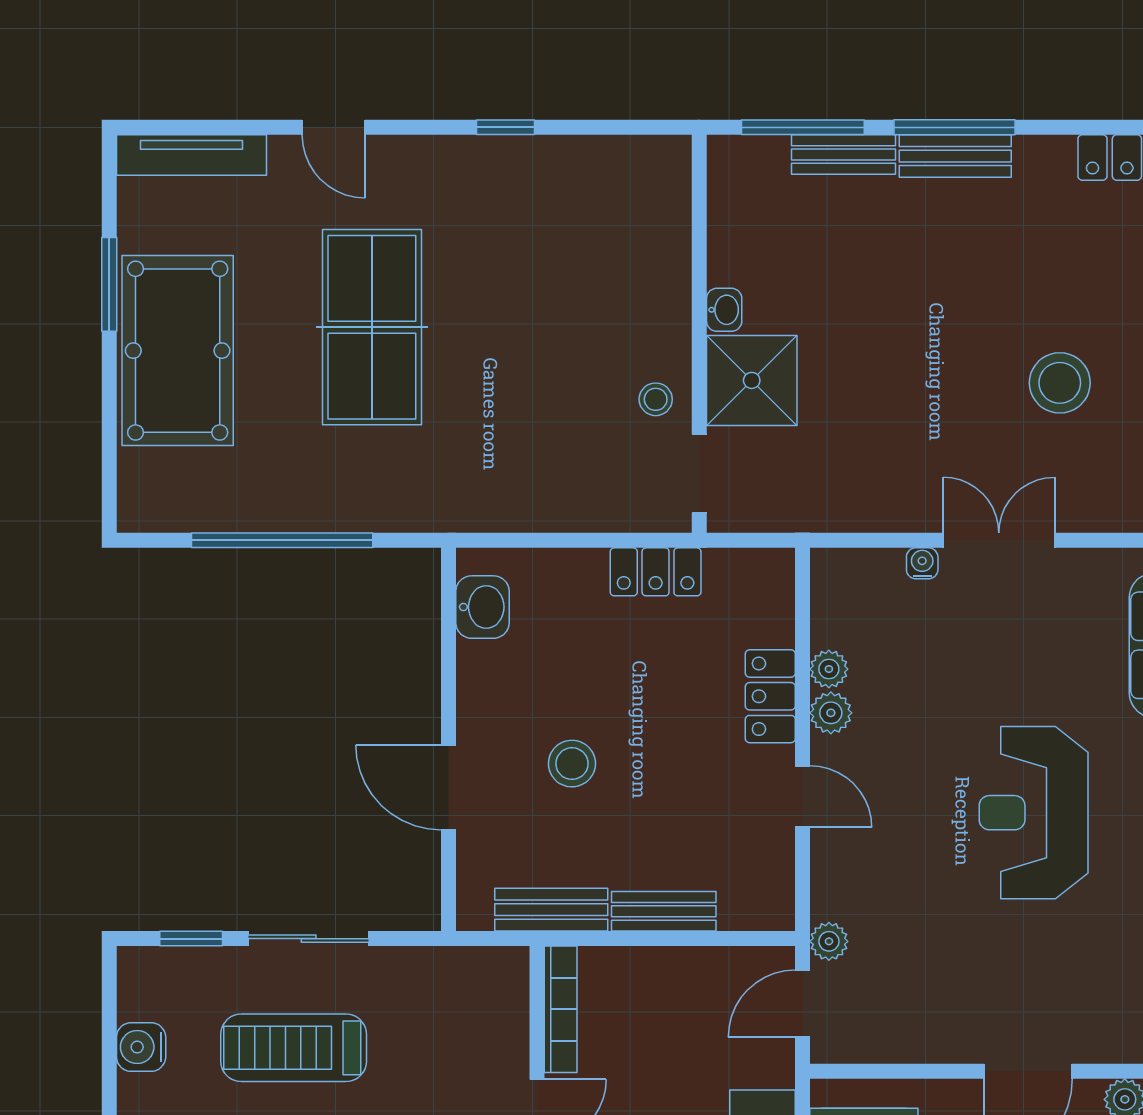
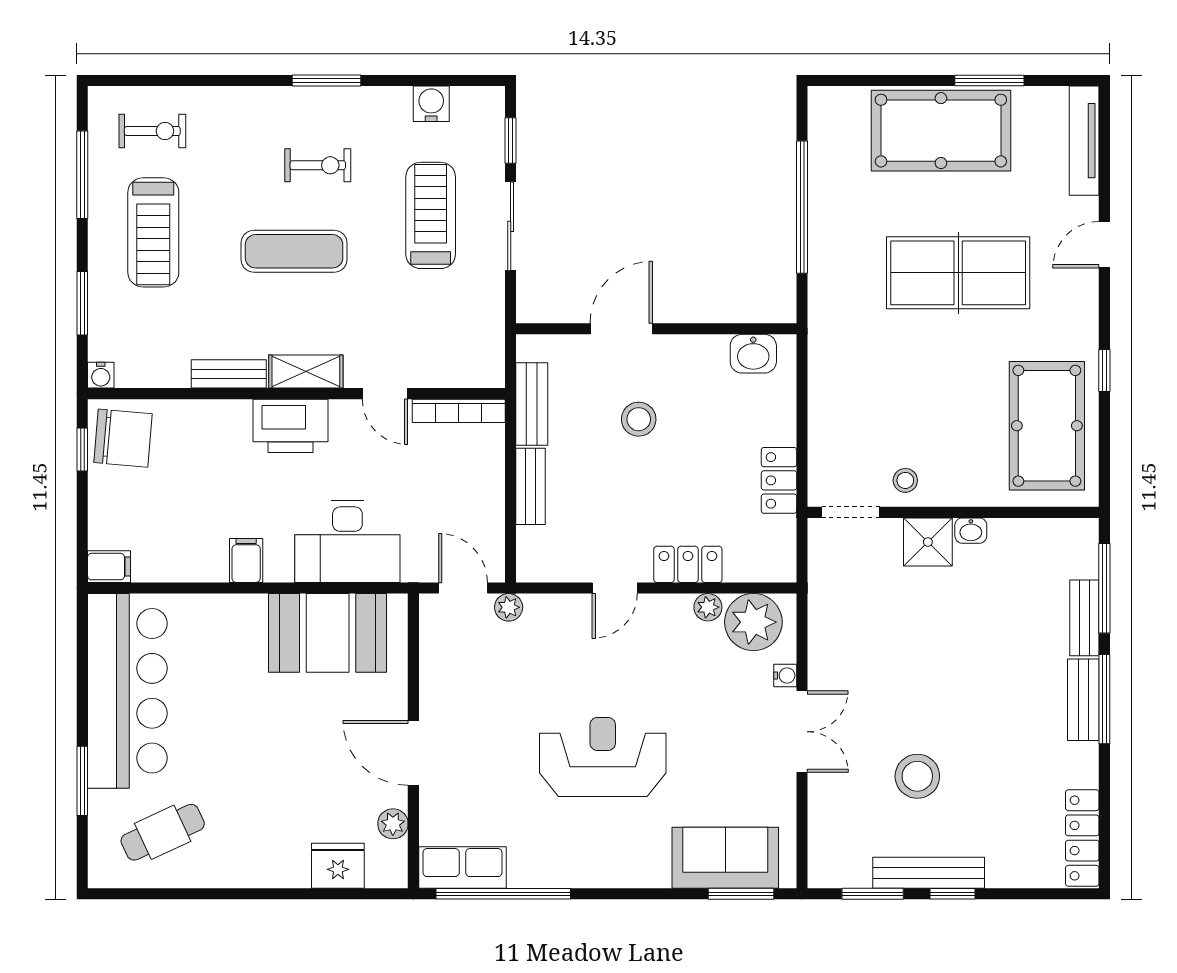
pool table: (581, 206) -> (1047, 426), added
shower: (752, 380) -> (928, 542), width x0.73, depth x0.73
plant: (831, 713) -> (753, 622), moved, width x1.88, depth x1.88

